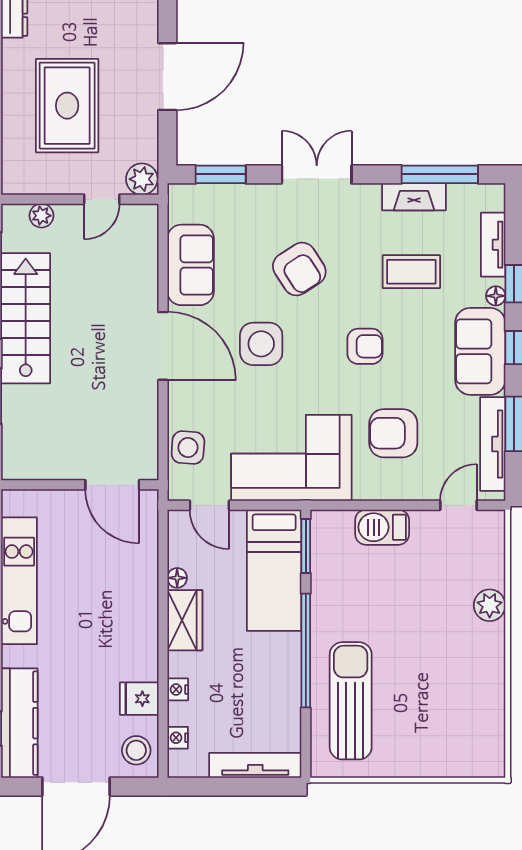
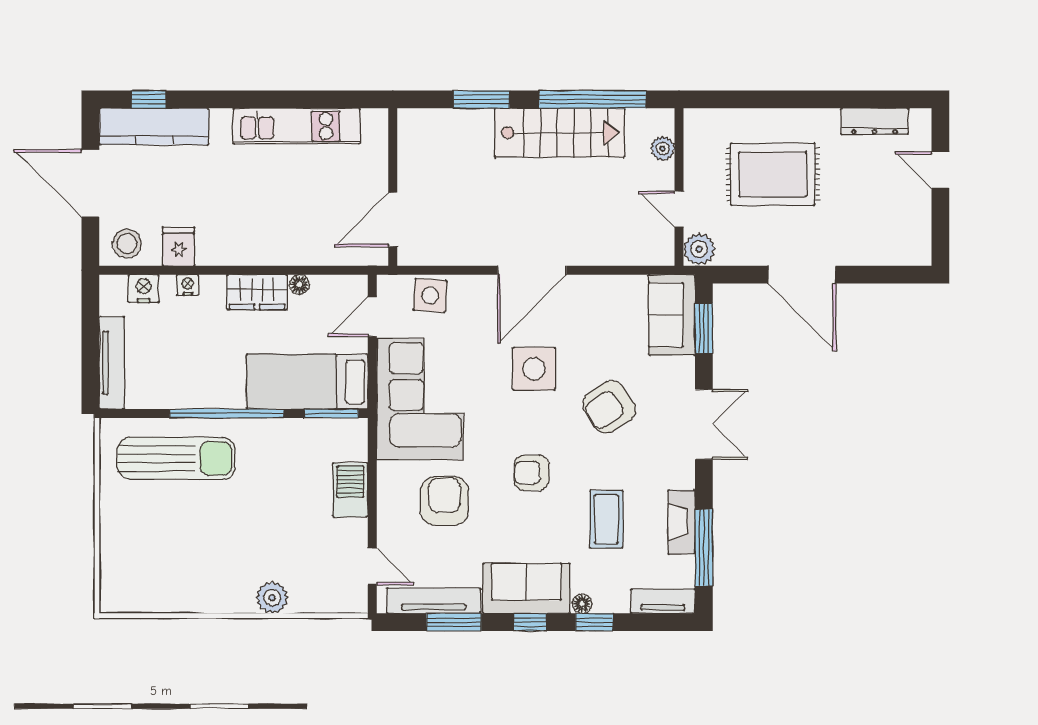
tv unit: (493, 245) -> (663, 601), moved
sofa: (191, 265) -> (672, 315), moved, turned 90
armchair: (365, 346) -> (532, 473), turned 90
nightstand: (178, 738) -> (144, 289), width x1.39, depth x1.35

